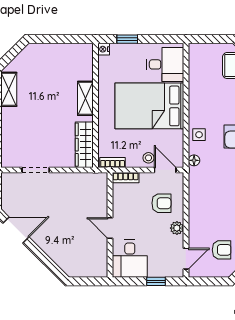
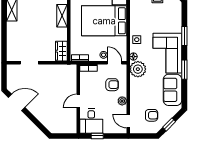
wardrobe: (84, 145) -> (61, 51), width x0.67
plant: (201, 180) -> (138, 69), added
door: (110, 228) -> (78, 101), hinge flipped
door: (186, 259) -> (128, 121), swing flipped
window: (156, 281) -> (97, 136), moved

